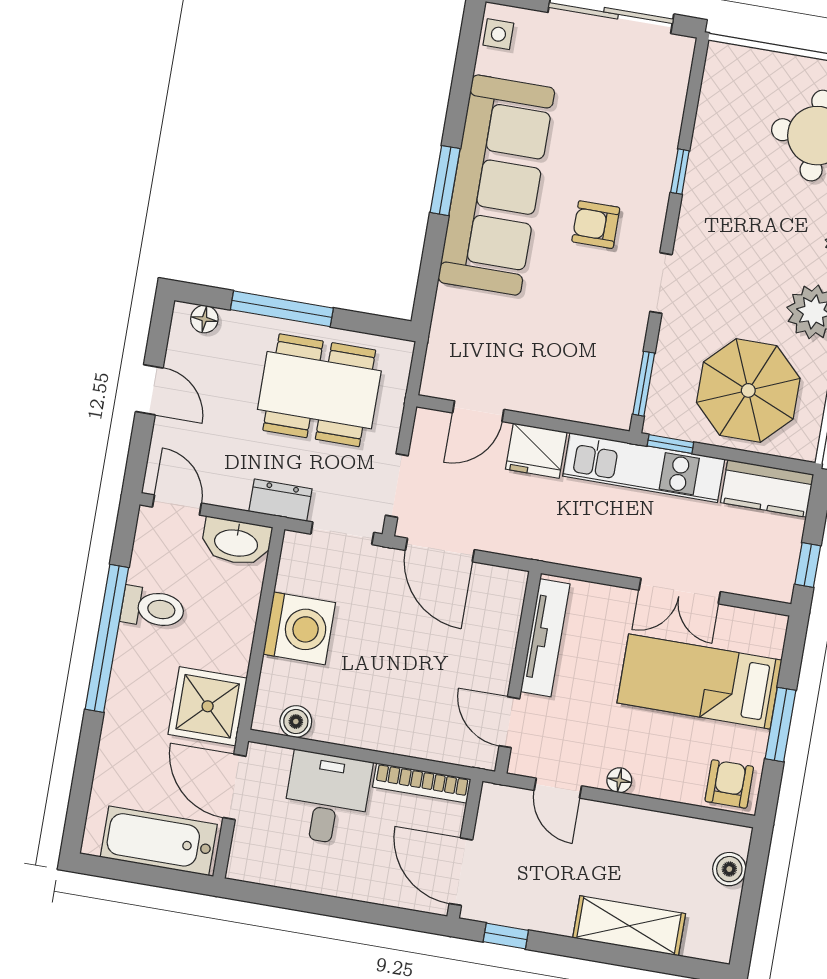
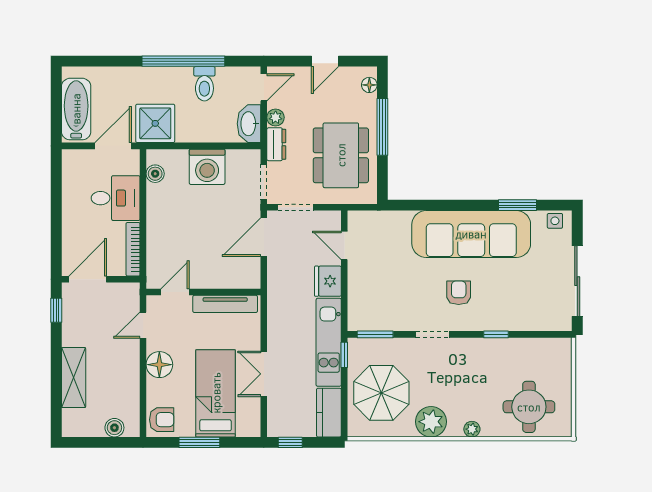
window: (445, 181) -> (518, 205), moved
plant: (233, 493) -> (276, 117), added
floor lamp: (619, 780) -> (159, 365), width x1.89, depth x1.89

